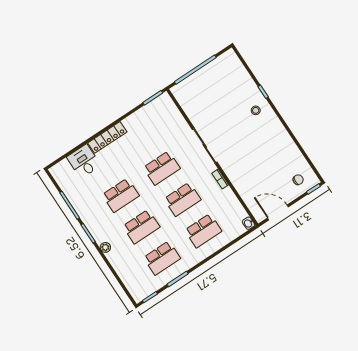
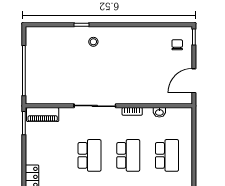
piano: (170, 108) -> (43, 115), added
washbasin: (249, 223) -> (159, 112), moved

